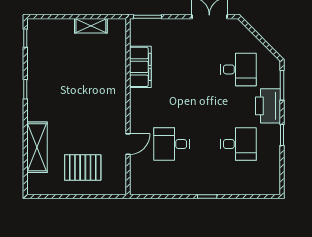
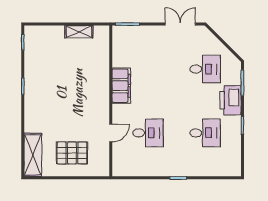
filing cabinet: (140, 67) -> (121, 86), moved
desk: (172, 144) -> (148, 133), turned 180
shelving: (37, 147) -> (33, 155), moved

